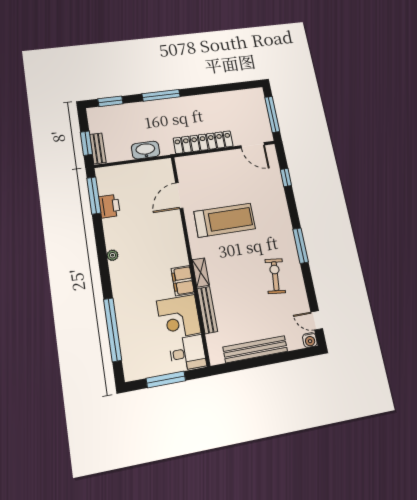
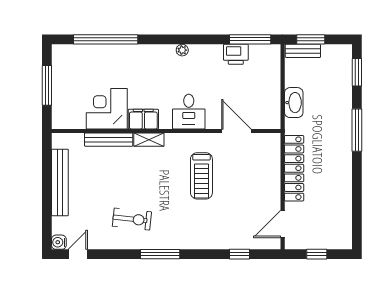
window: (272, 114) -> (317, 254), width x0.46
treadmill: (225, 220) -> (201, 176), width x0.73, depth x0.73
desk: (188, 353) -> (189, 112), moved

